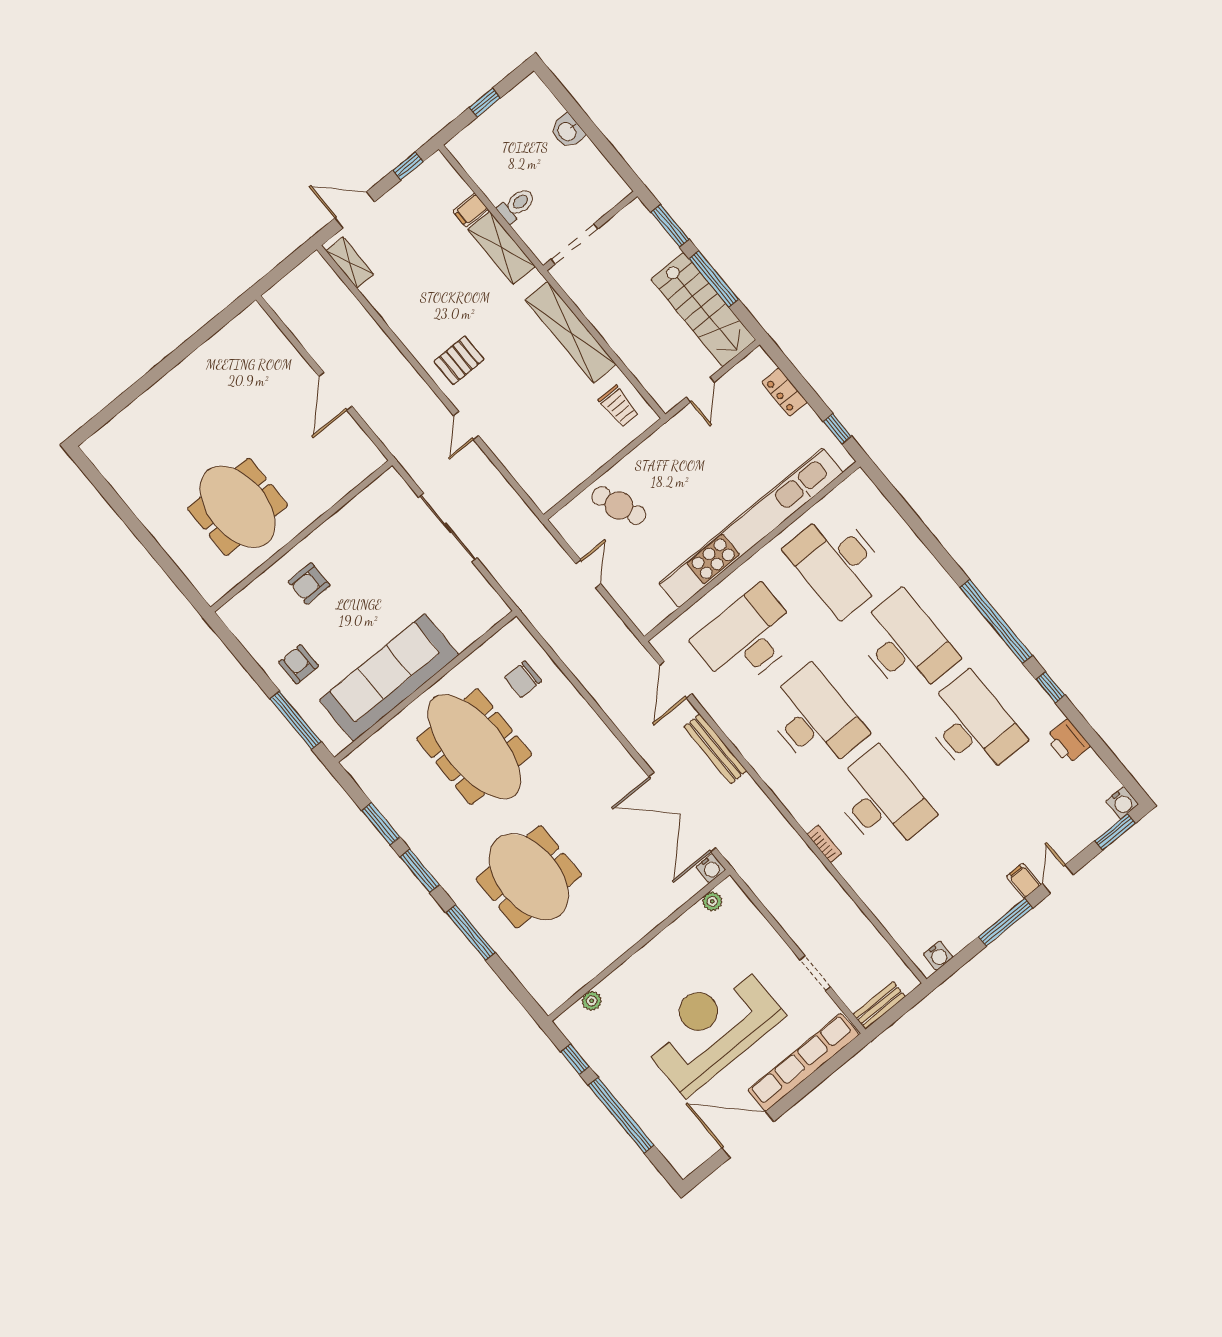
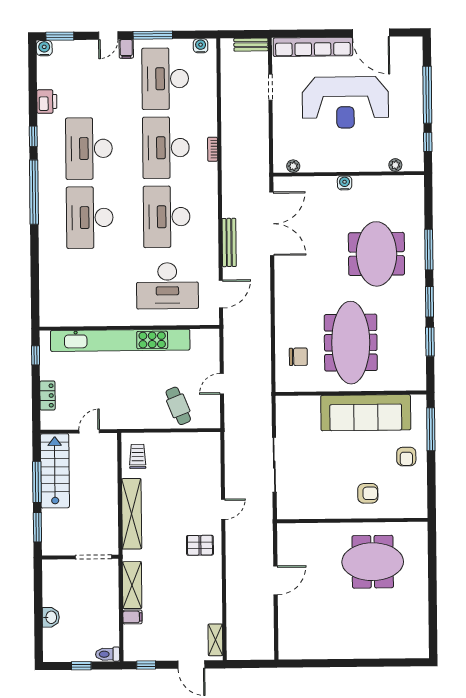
toilet: (516, 205) -> (108, 654), moved
meeting table: (238, 507) -> (373, 562), turned 90
desk: (838, 563) -> (165, 79), moved, turned 180
water cooler: (711, 868) -> (345, 183), moved

